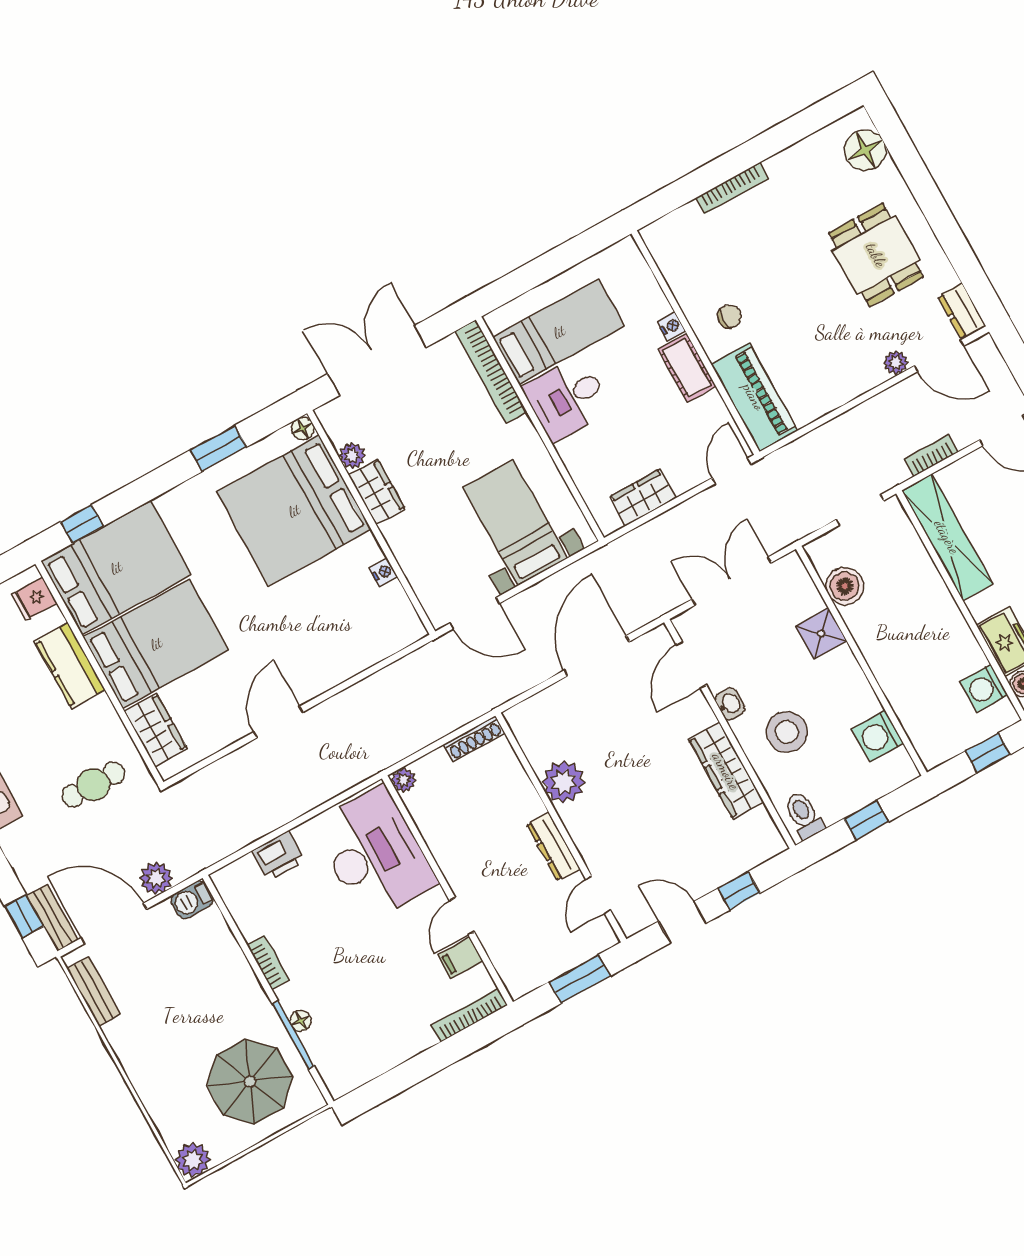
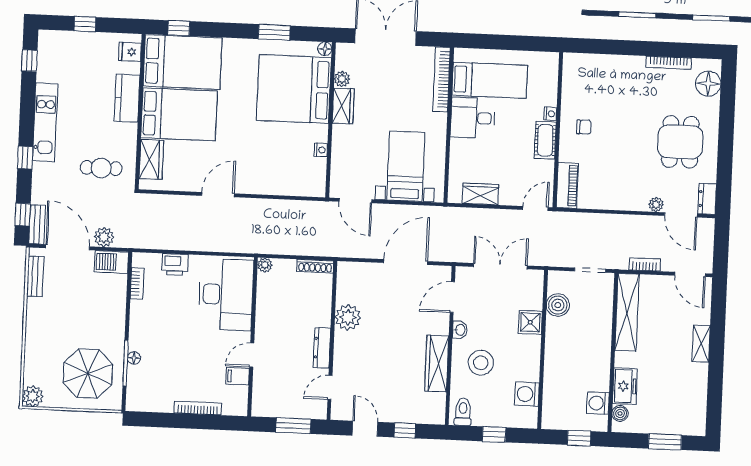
bookcase: (732, 188) -> (669, 63), moved
piano: (754, 397) -> (567, 185), width x0.73, depth x0.75
barbecue: (192, 900) -> (111, 262), width x1.38, depth x1.27
bookcase: (268, 962) -> (137, 283), moved
bookcase: (469, 1015) -> (198, 408), moved

